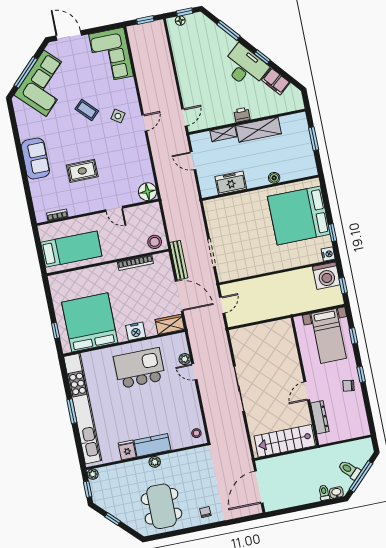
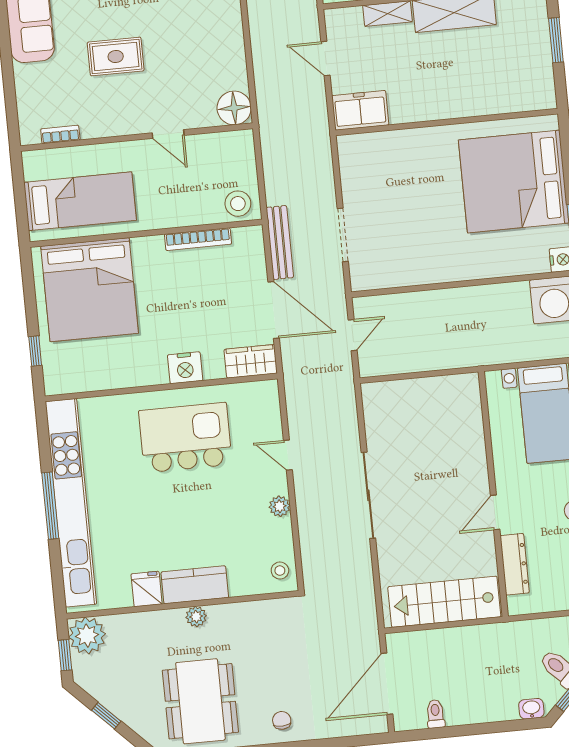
boiler: (274, 178) -> (474, 106), removed
freezer: (231, 183) -> (360, 110), moved
bed: (90, 322) -> (90, 290), moved, turned 180
plant: (185, 359) -> (280, 506), moved
window: (72, 411) -> (50, 506), width x1.44
plant: (93, 474) -> (87, 636), width x1.88, depth x1.88
toilet: (324, 493) -> (435, 714), moved

